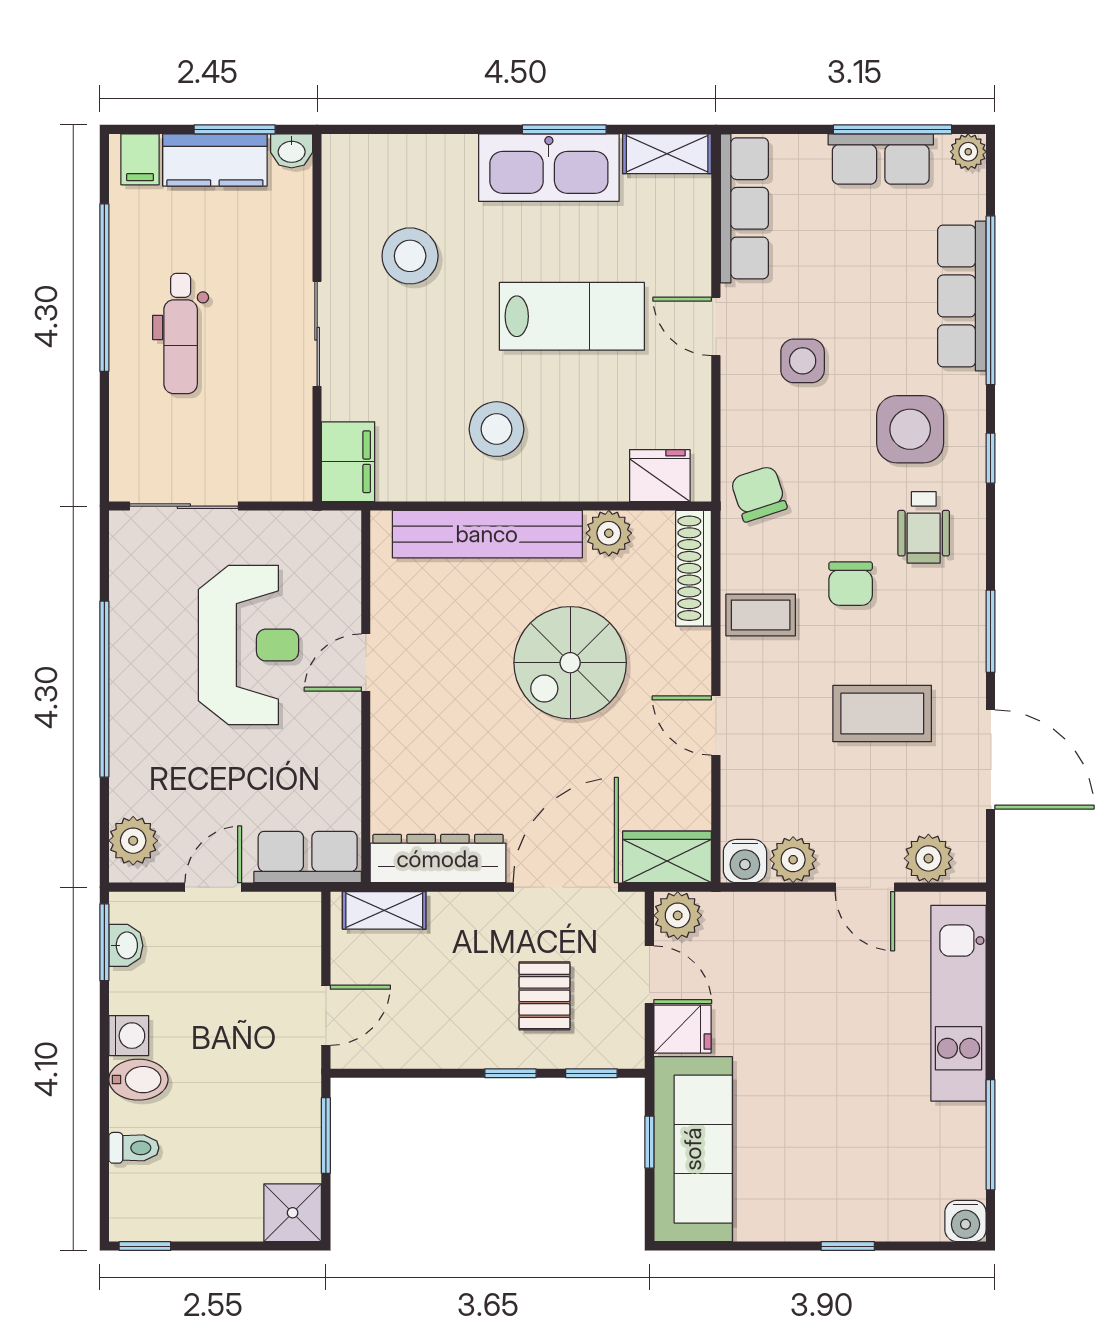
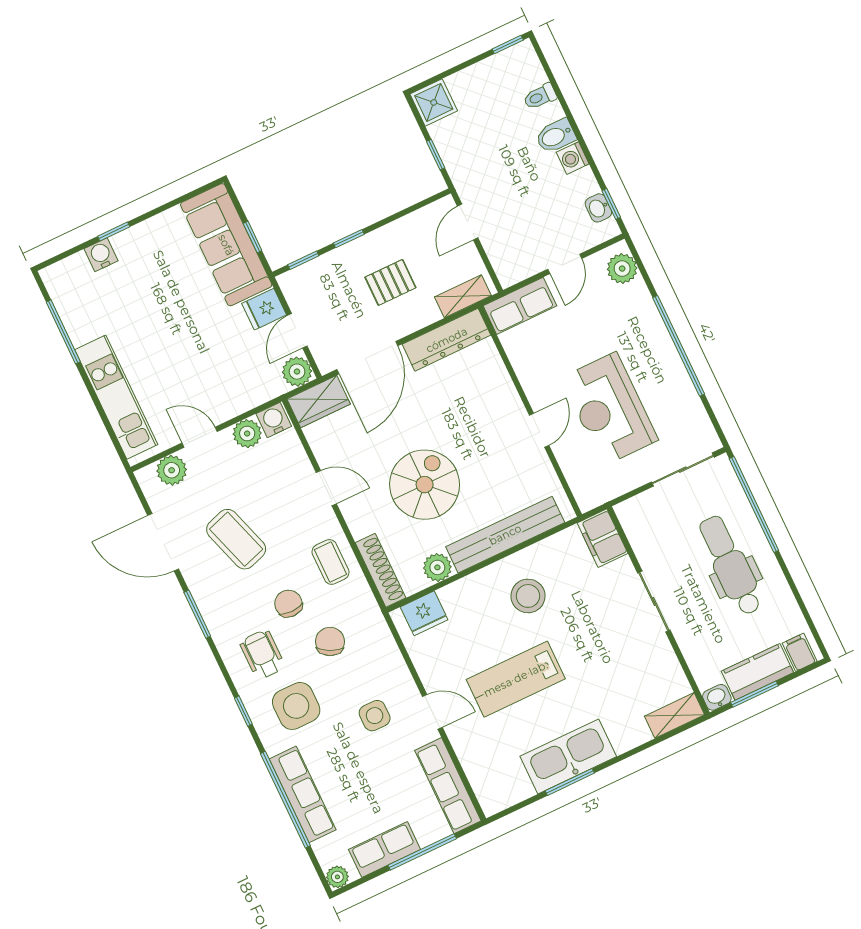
window: (893, 129) -> (422, 852), moved
shelving: (667, 154) -> (675, 715), moved
stool: (410, 256) -> (623, 670), removed
window: (104, 288) -> (754, 505), moved
dental chair: (181, 334) -> (730, 565), width x1.36, depth x1.38
chair: (759, 494) -> (330, 641), moved, turned -136
coffee table: (761, 615) -> (330, 562), turned 90
coffee table: (882, 713) -> (236, 539), turned 72
window: (104, 942) -> (611, 204), width x0.67
door: (649, 975) -> (297, 331), hinge flipped
pallet: (544, 996) -> (390, 282), moved, turned 90
window: (326, 1135) -> (436, 155), width x0.67
water cooler: (965, 1221) -> (101, 255), moved

